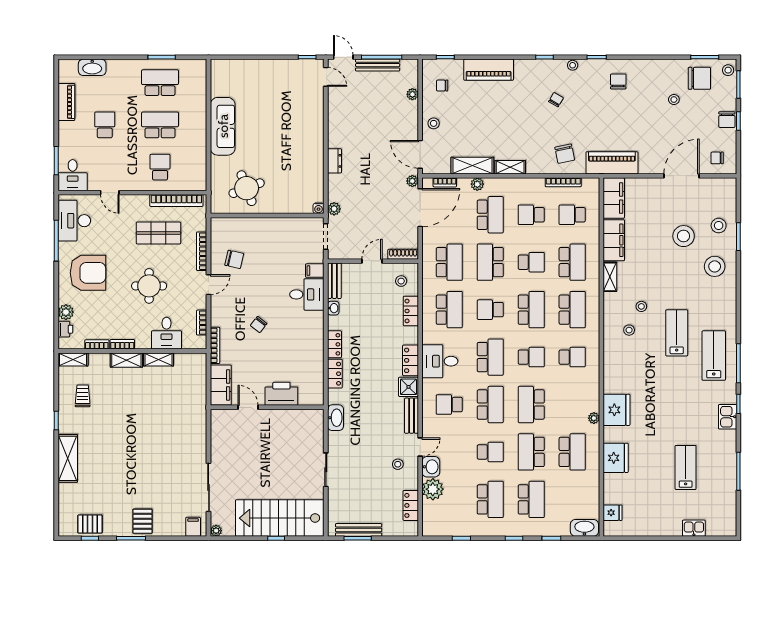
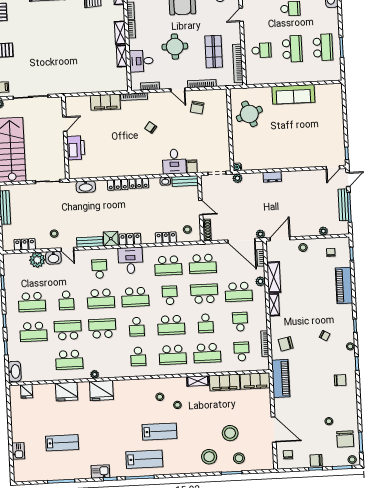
printer: (281, 394) -> (76, 148), moved
door: (248, 407) -> (65, 124), moved
wall: (267, 407) -> (65, 138), moved

